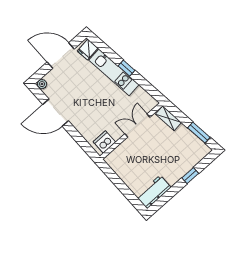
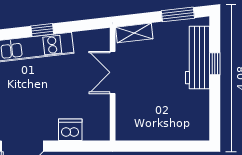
dishwasher: (104, 142) -> (70, 130), moved, turned 90
workbench: (154, 192) -> (198, 58), moved, width x1.38

